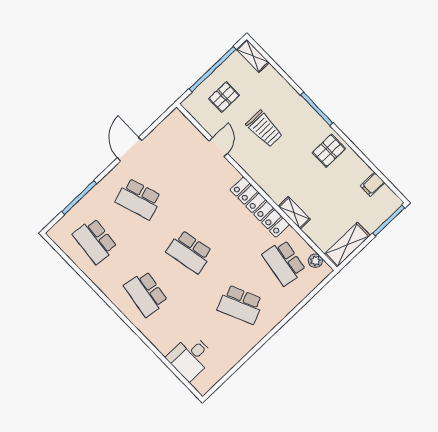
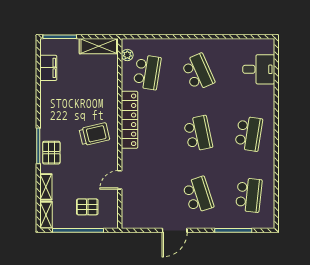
trolley: (264, 129) -> (94, 134), moved, turned 77
pallet: (329, 151) -> (51, 153), moved, turned 90
filing cabinet: (373, 184) -> (48, 68), width x2.00
shelving: (294, 213) -> (46, 187), moved

